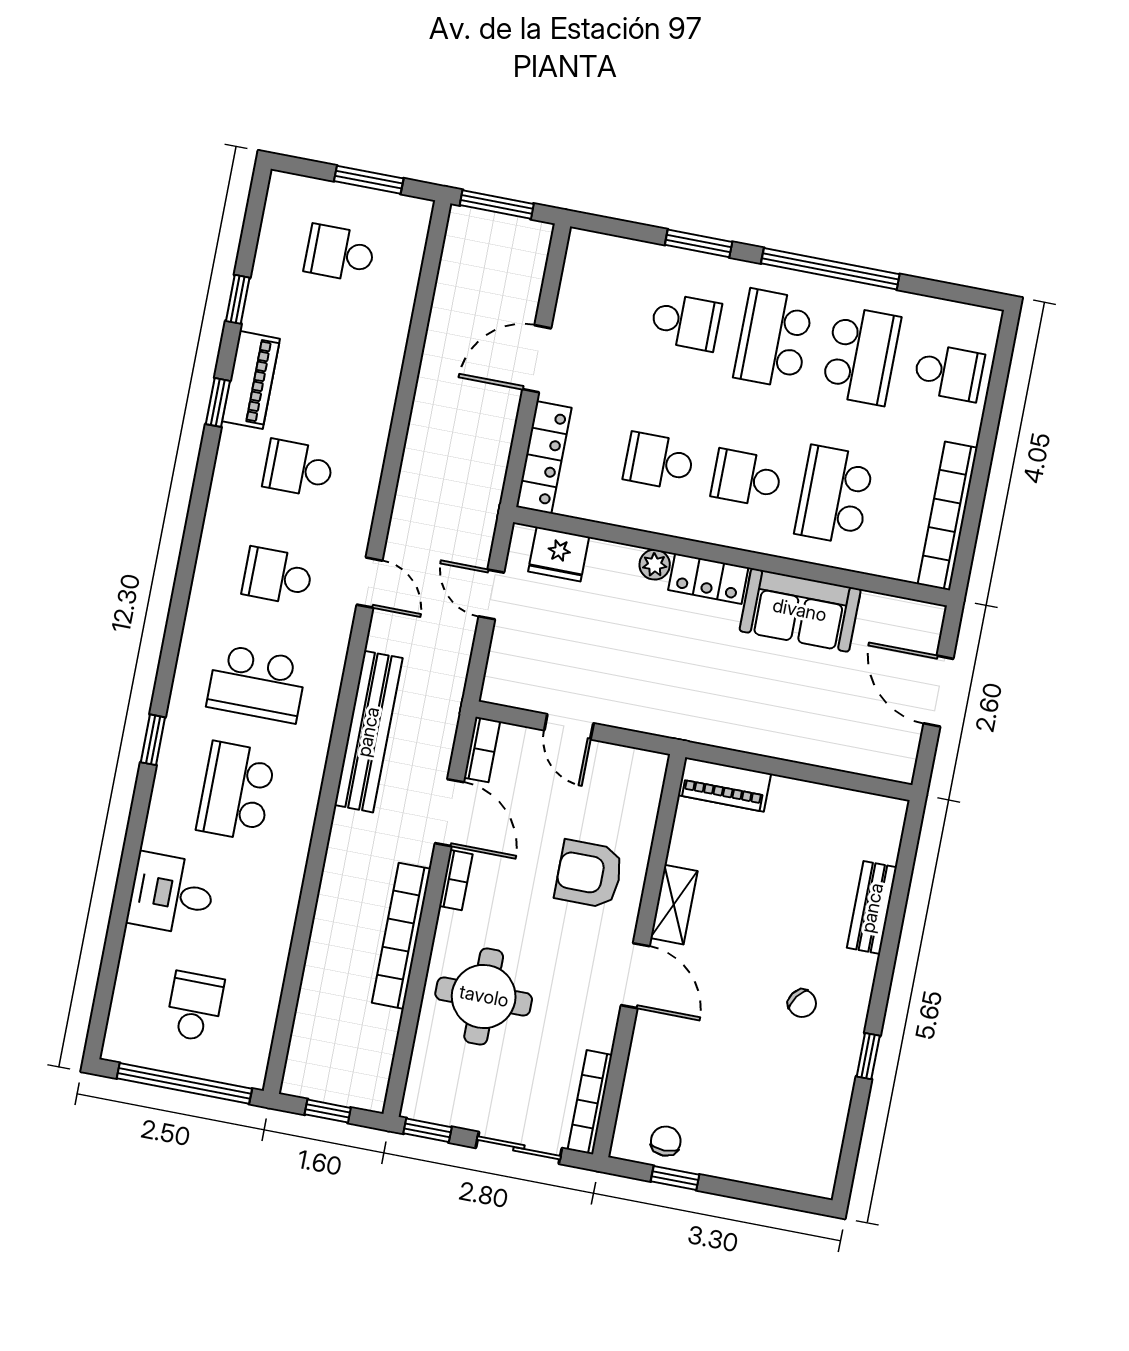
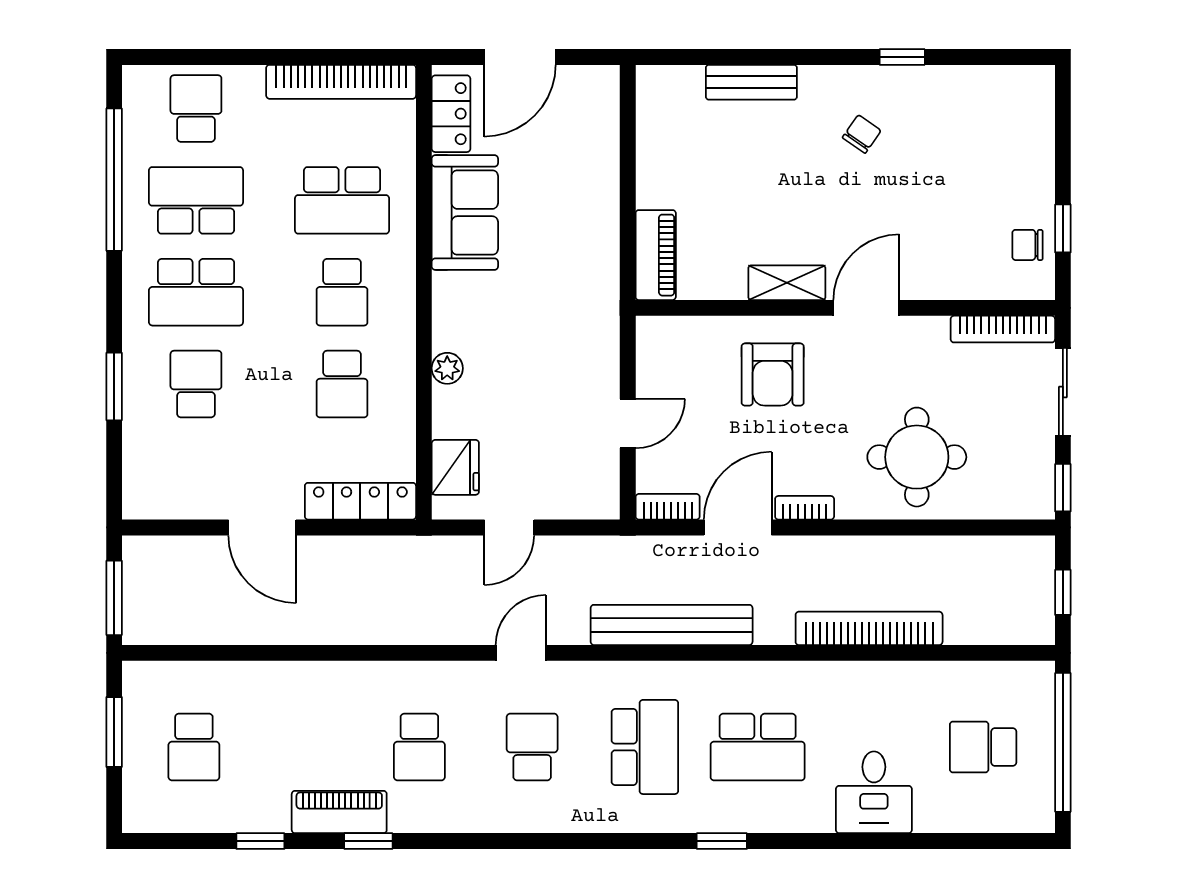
window: (830, 269) -> (114, 180), moved
school desk: (278, 576) -> (532, 747), turned 180
locker: (708, 579) -> (451, 114), moved
bookcase: (401, 936) -> (869, 628), moved, turned 180

